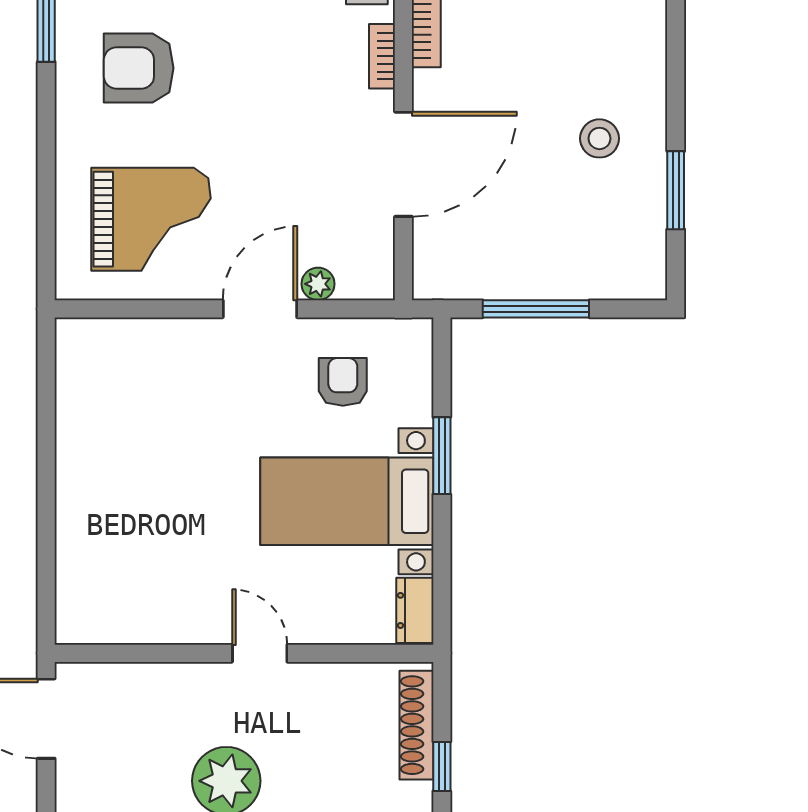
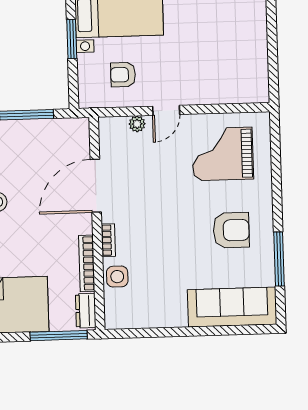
door: (260, 309) -> (166, 110), width x0.73
armchair: (343, 382) -> (123, 75), turned 90

